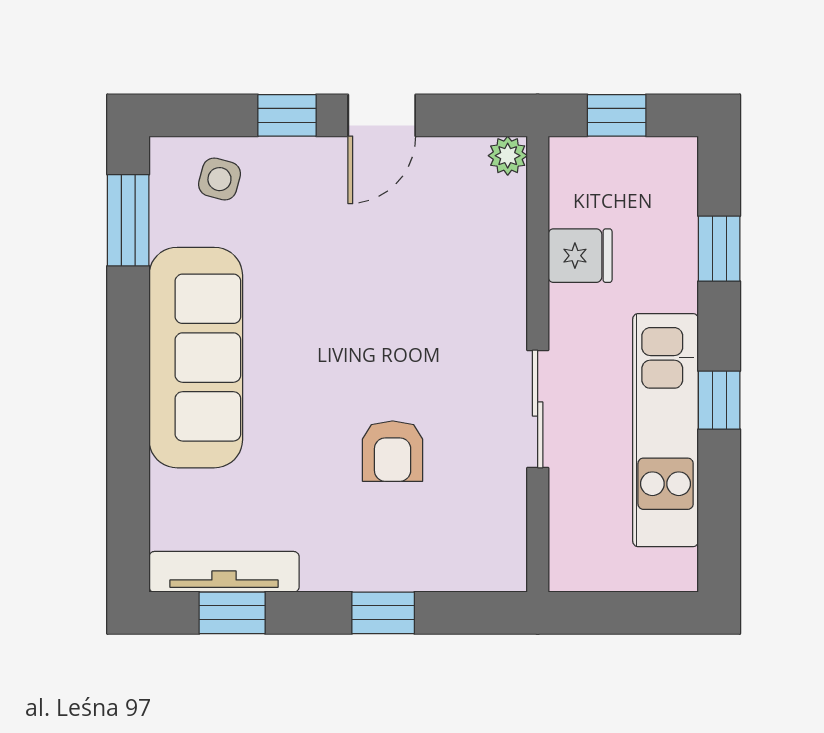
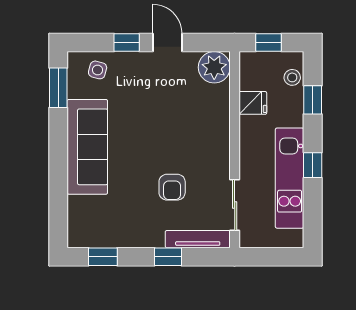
door: (382, 115) -> (167, 43), swing flipped
plant: (508, 156) -> (214, 67), width x1.88, depth x1.88
stool: (672, 196) -> (292, 77), added
sliding door: (538, 409) -> (235, 205), moved
tv unit: (224, 572) -> (198, 239), moved

